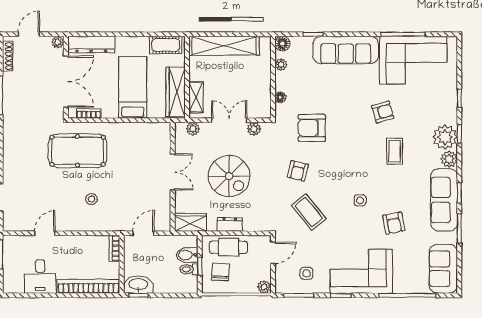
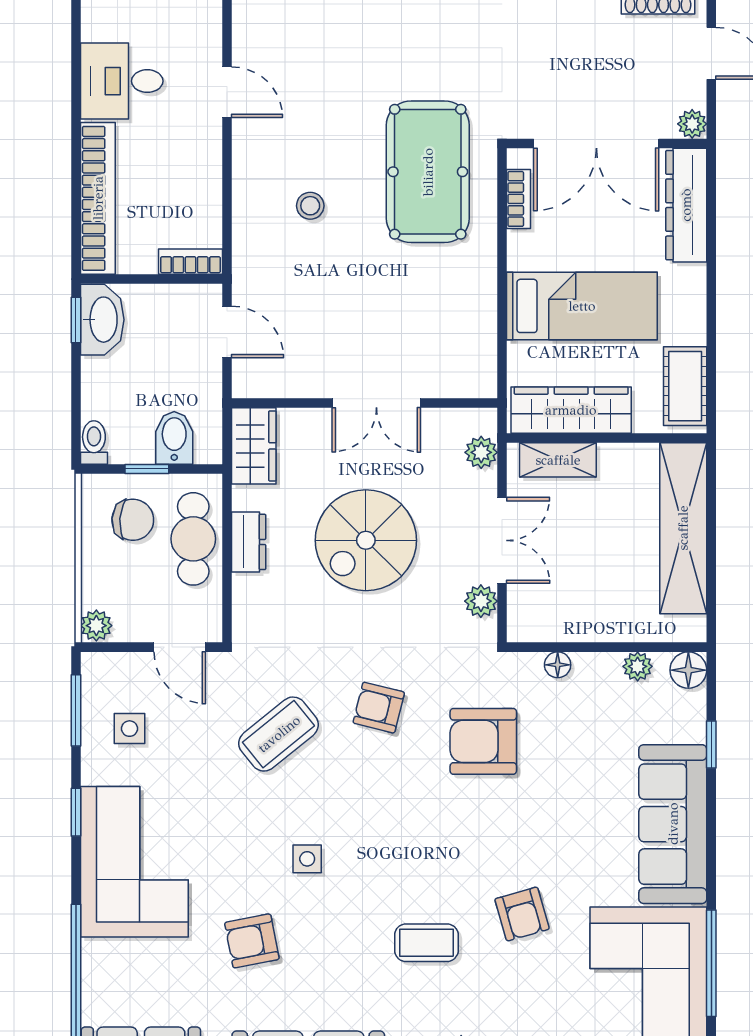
armchair: (312, 128) -> (483, 741), turned -90
toilet: (189, 269) -> (94, 442), moved

